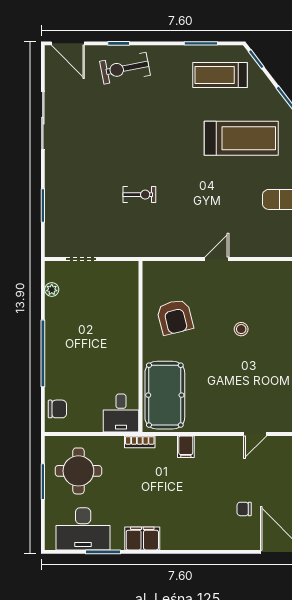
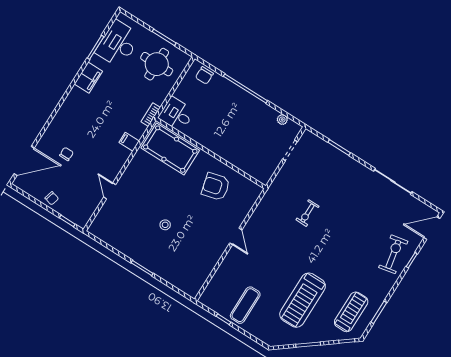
stool: (241, 329) -> (165, 225), moved

